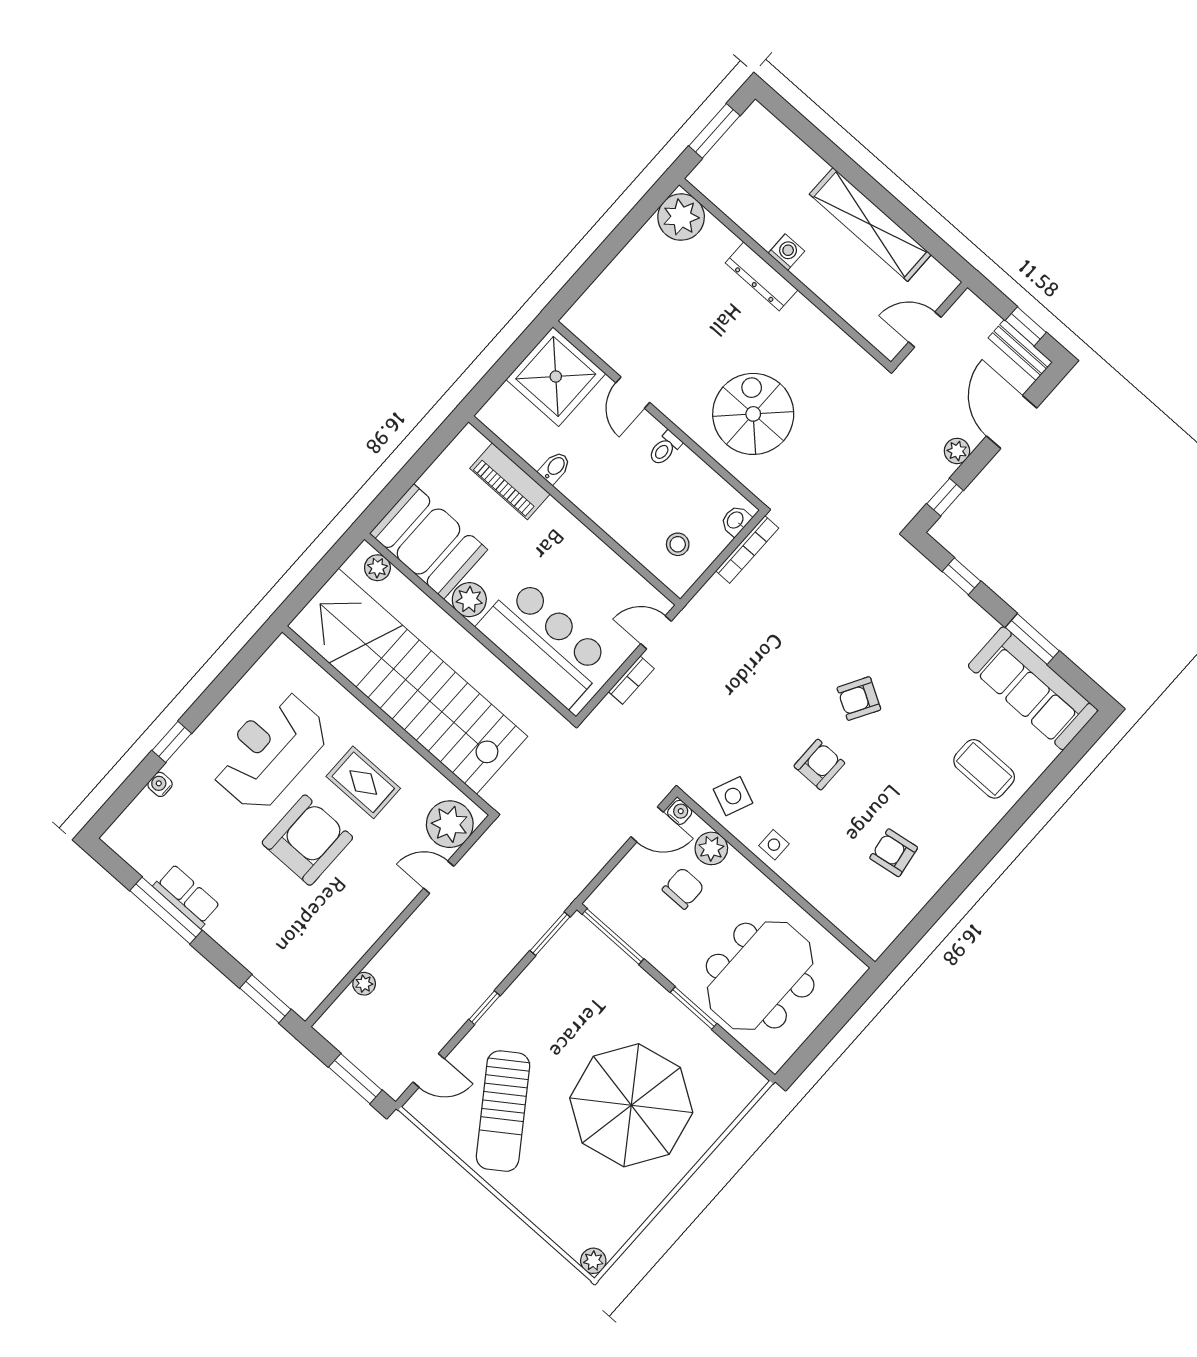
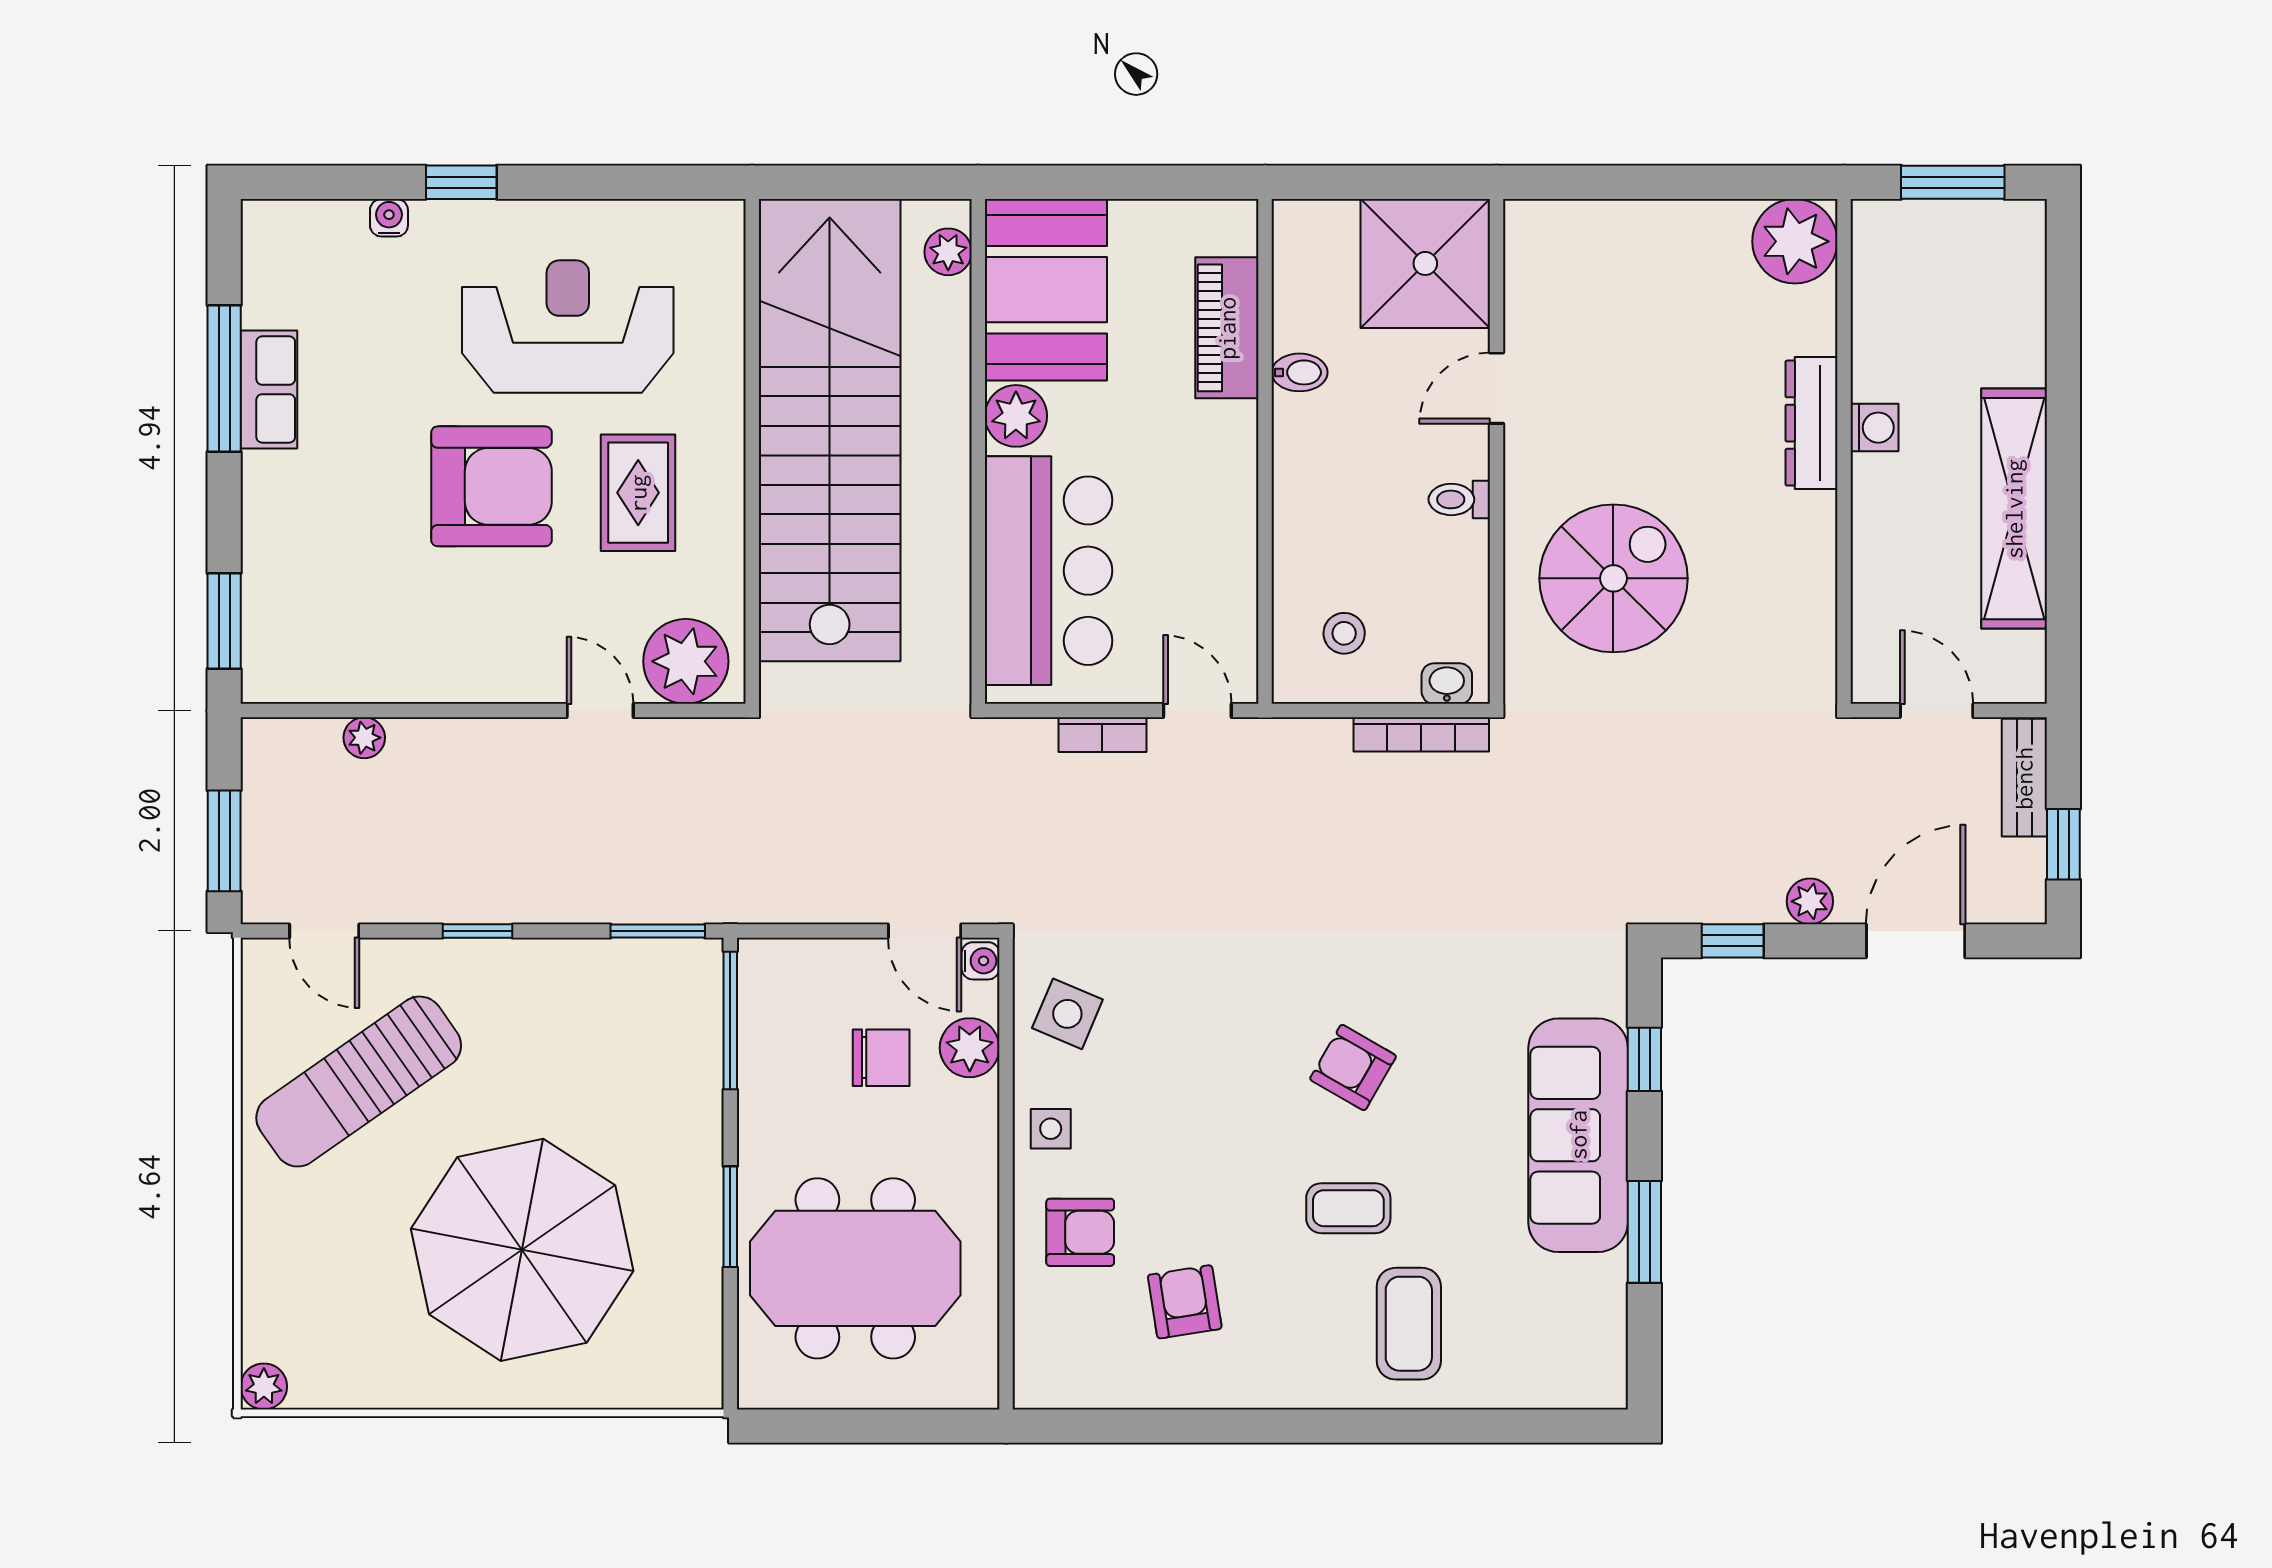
bench: (1020, 350) -> (2024, 778), moved
sofa: (1033, 688) -> (1578, 1135), moved
coffee table: (915, 752) -> (1348, 1208), added
armchair: (819, 765) -> (1080, 1232), moved

